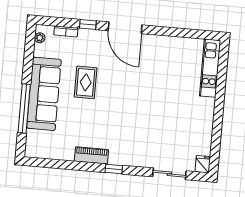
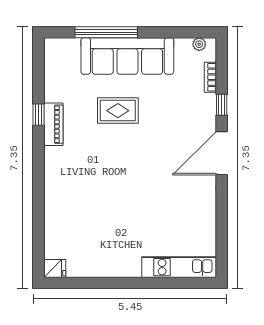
rug: (86, 82) -> (118, 111), moved
window: (114, 169) -> (39, 115), moved
sliding door: (169, 174) -> (39, 227), removed

